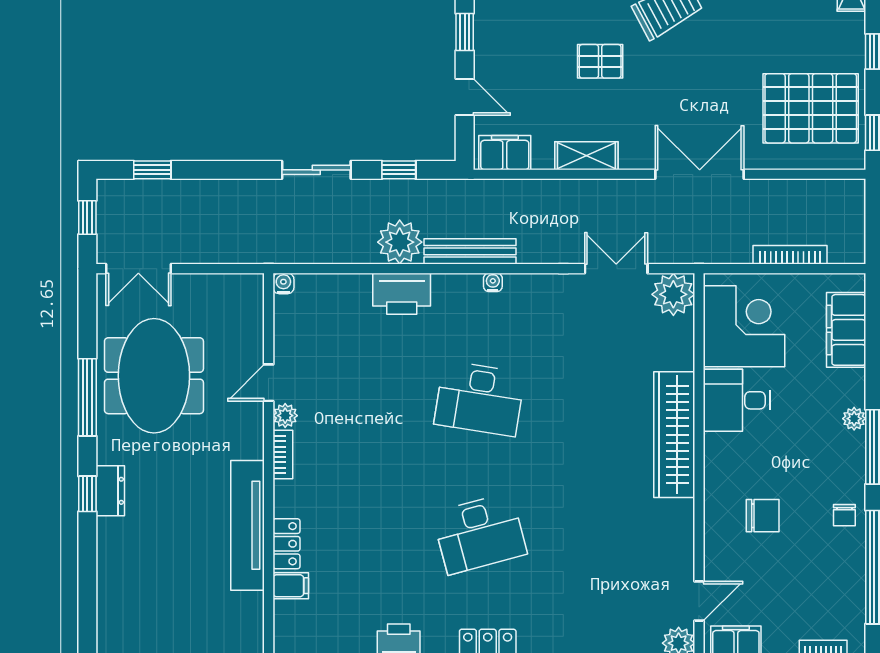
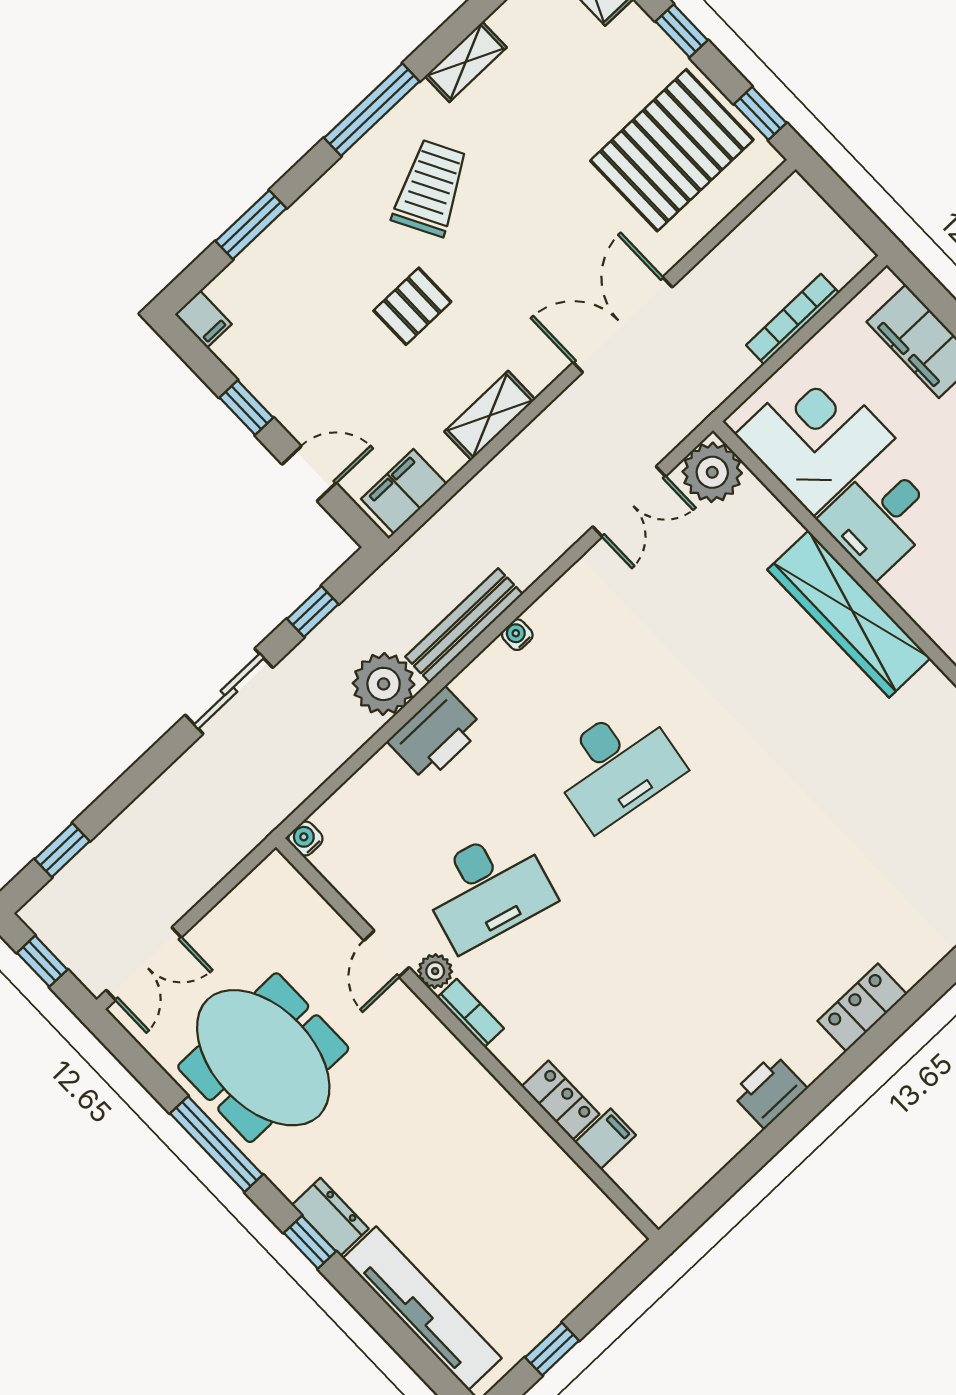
double door: (616, 269) -> (629, 502), swing flipped
tv unit: (248, 525) -> (422, 1308), moved, turned 180
desk: (479, 534) -> (487, 889), moved, turned 30

